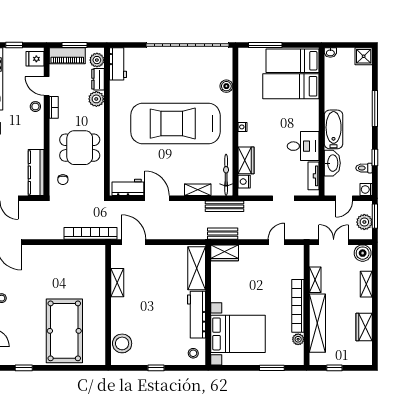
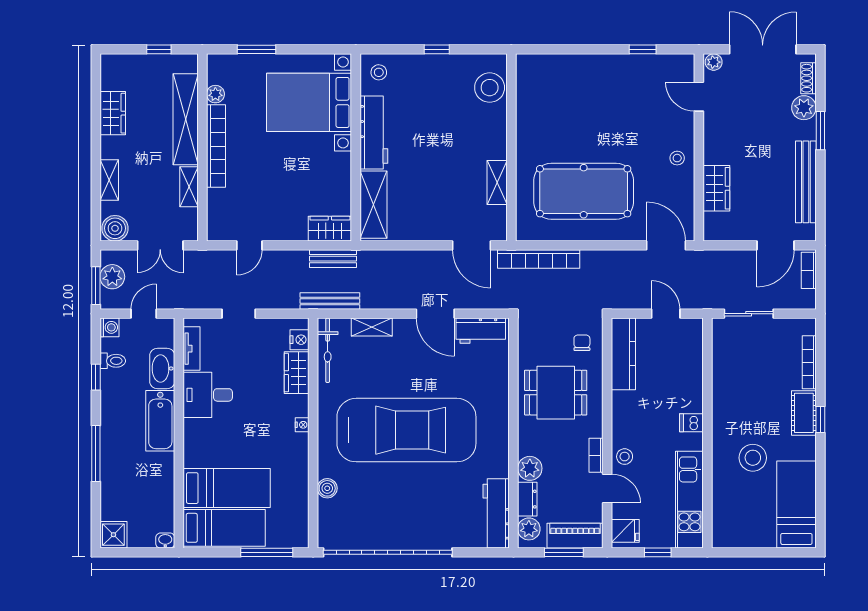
workbench: (118, 64) -> (496, 513), width x1.38
pool table: (64, 331) -> (584, 191), moved, turned 90

